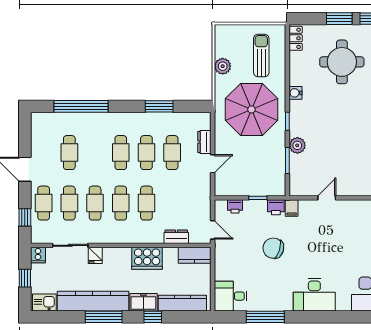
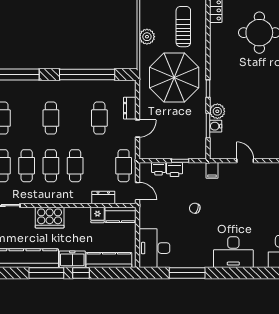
water cooler: (296, 93) -> (216, 126), moved
window: (159, 106) -> (87, 74), width x2.11
cafe table: (146, 153) -> (124, 166), moved
door: (327, 198) -> (245, 161), hinge flipped
printer: (276, 207) -> (174, 170), moved
chair: (273, 248) -> (195, 208), width x0.54, depth x0.54
fridge: (95, 255) -> (97, 215), moved
cooker: (147, 258) -> (50, 218), moved
desk: (231, 296) -> (154, 248), width x1.37
window: (104, 317) -> (46, 273), moved

